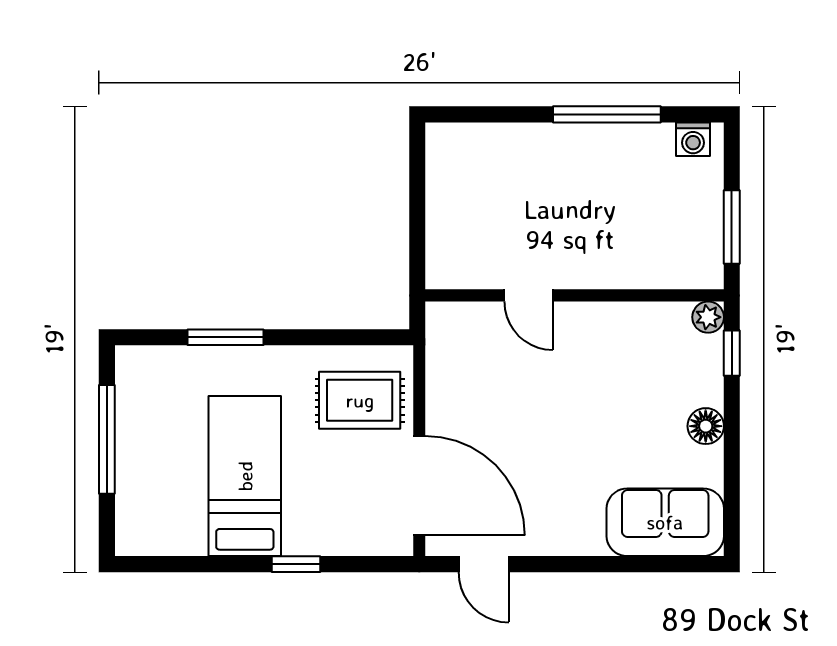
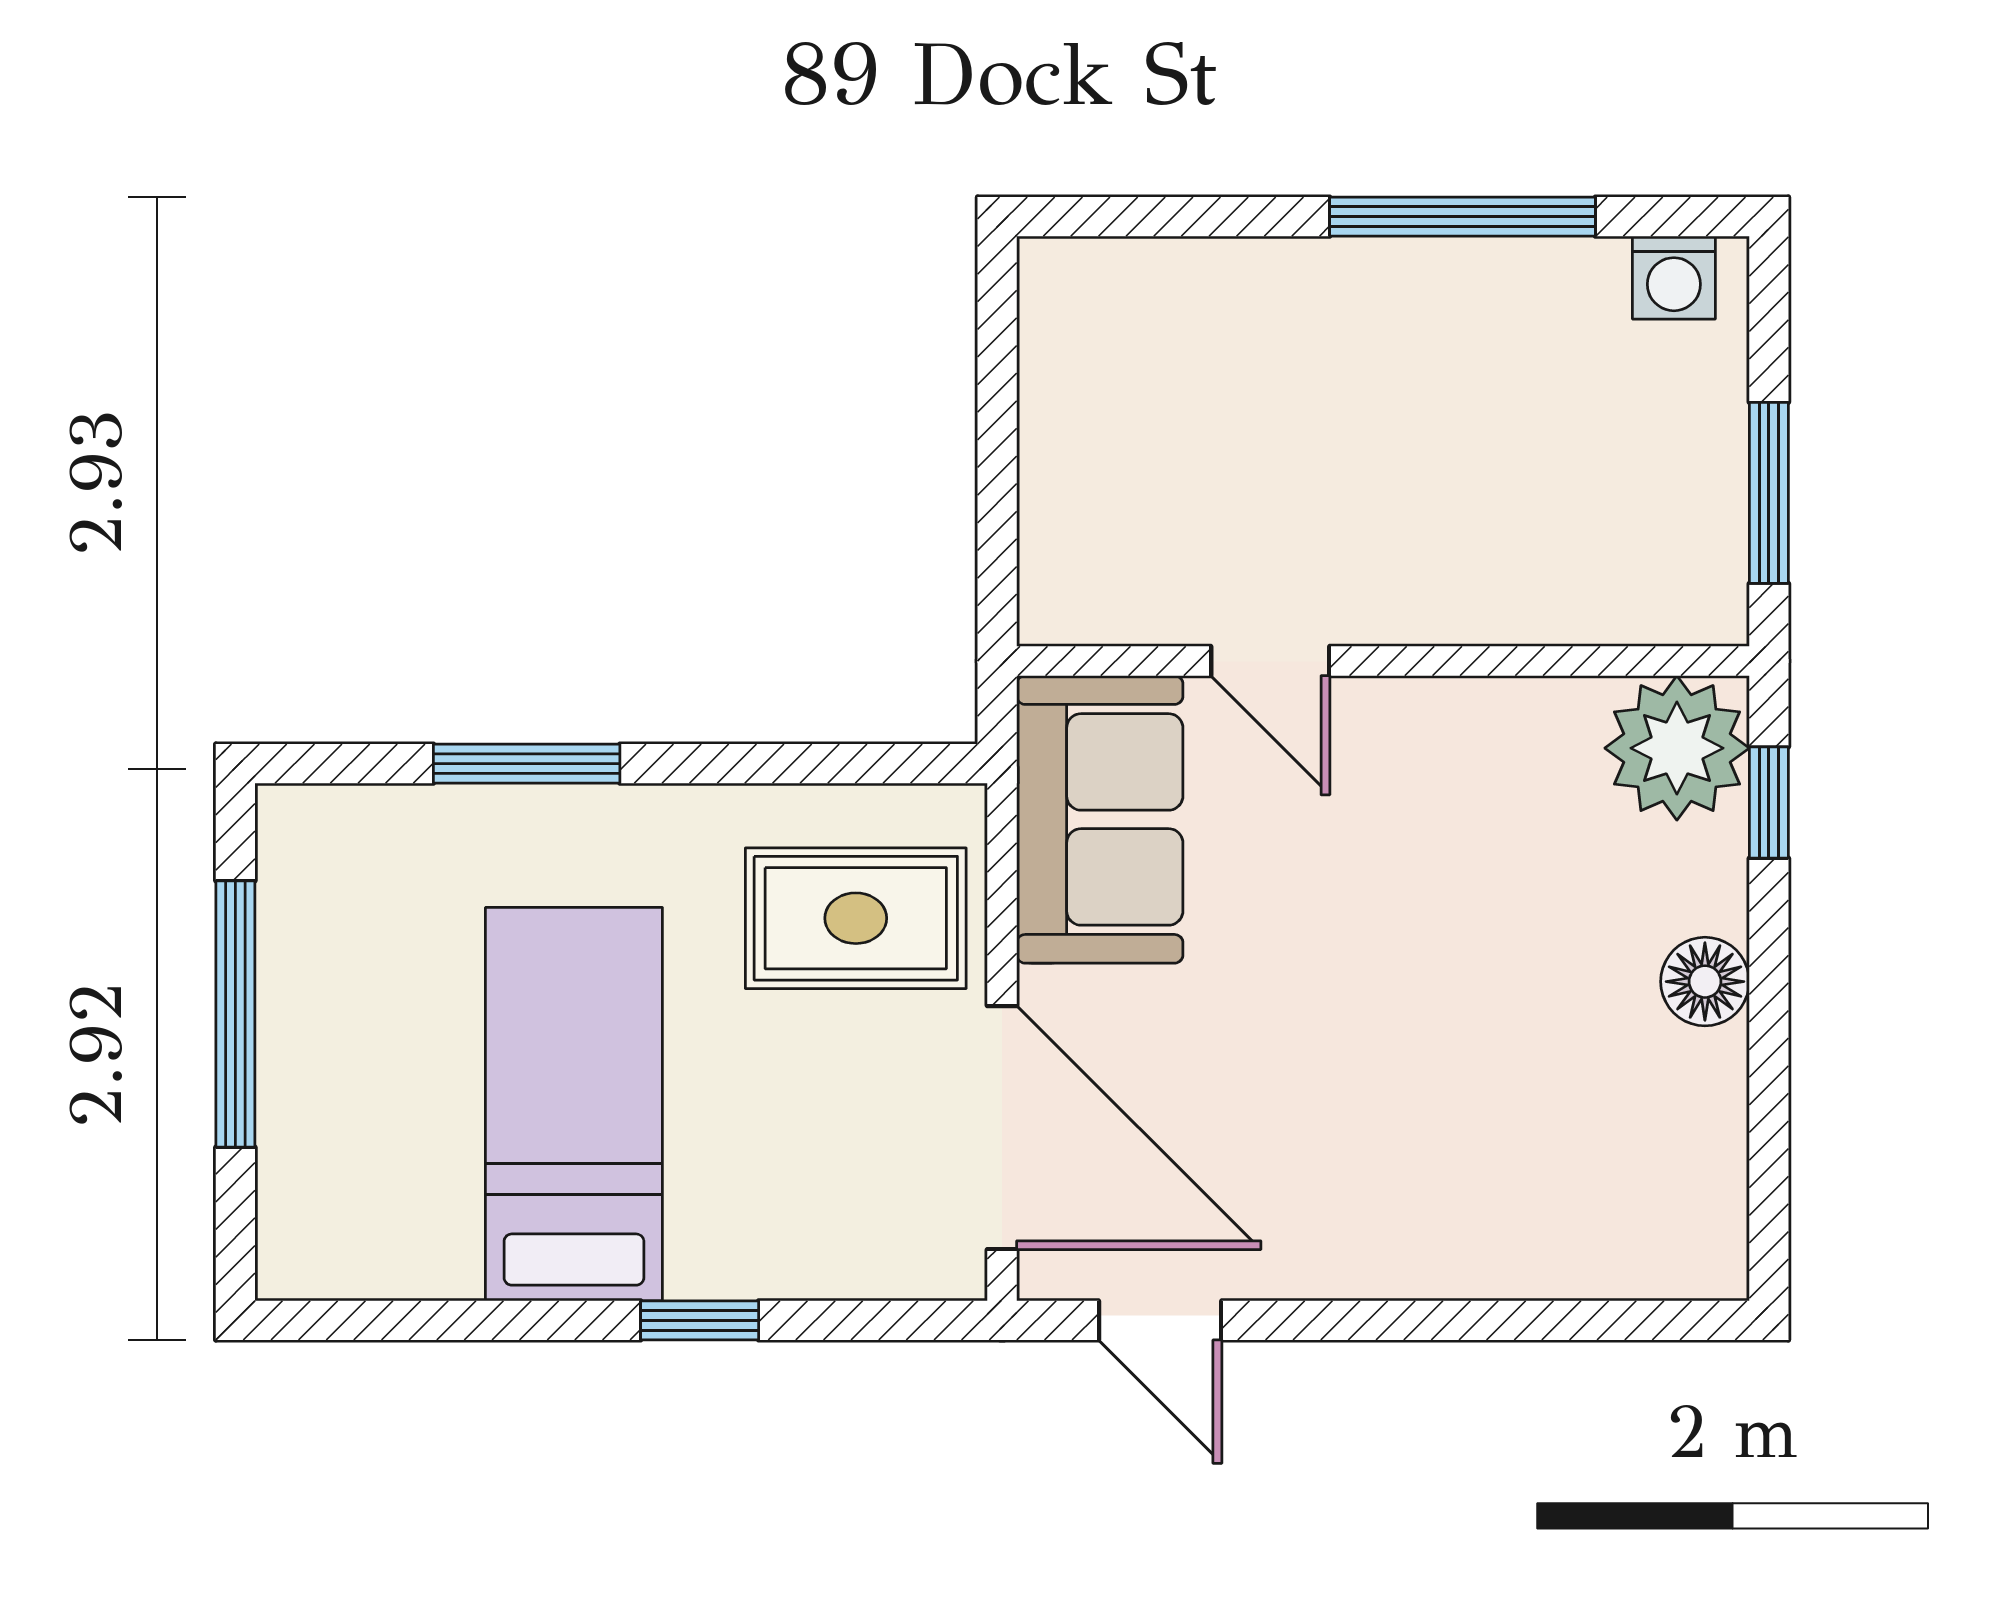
plant: (708, 317) -> (1677, 748), width x1.87, depth x1.87
sofa: (665, 522) -> (1100, 819), moved, turned 90

